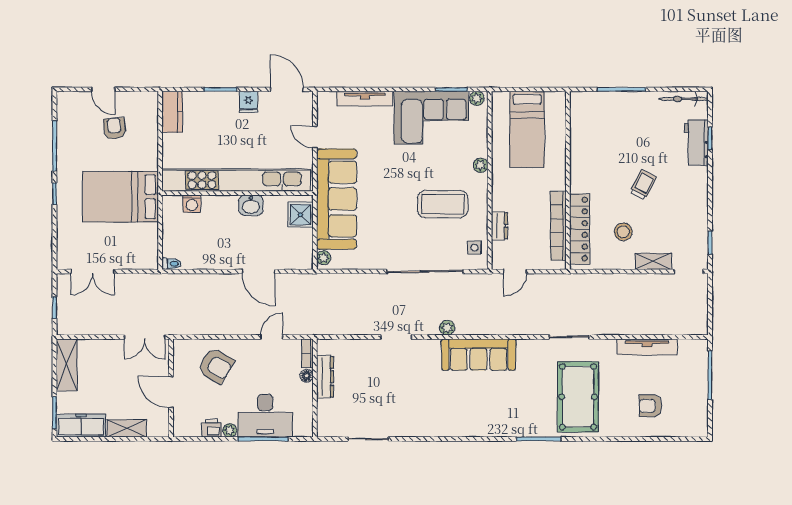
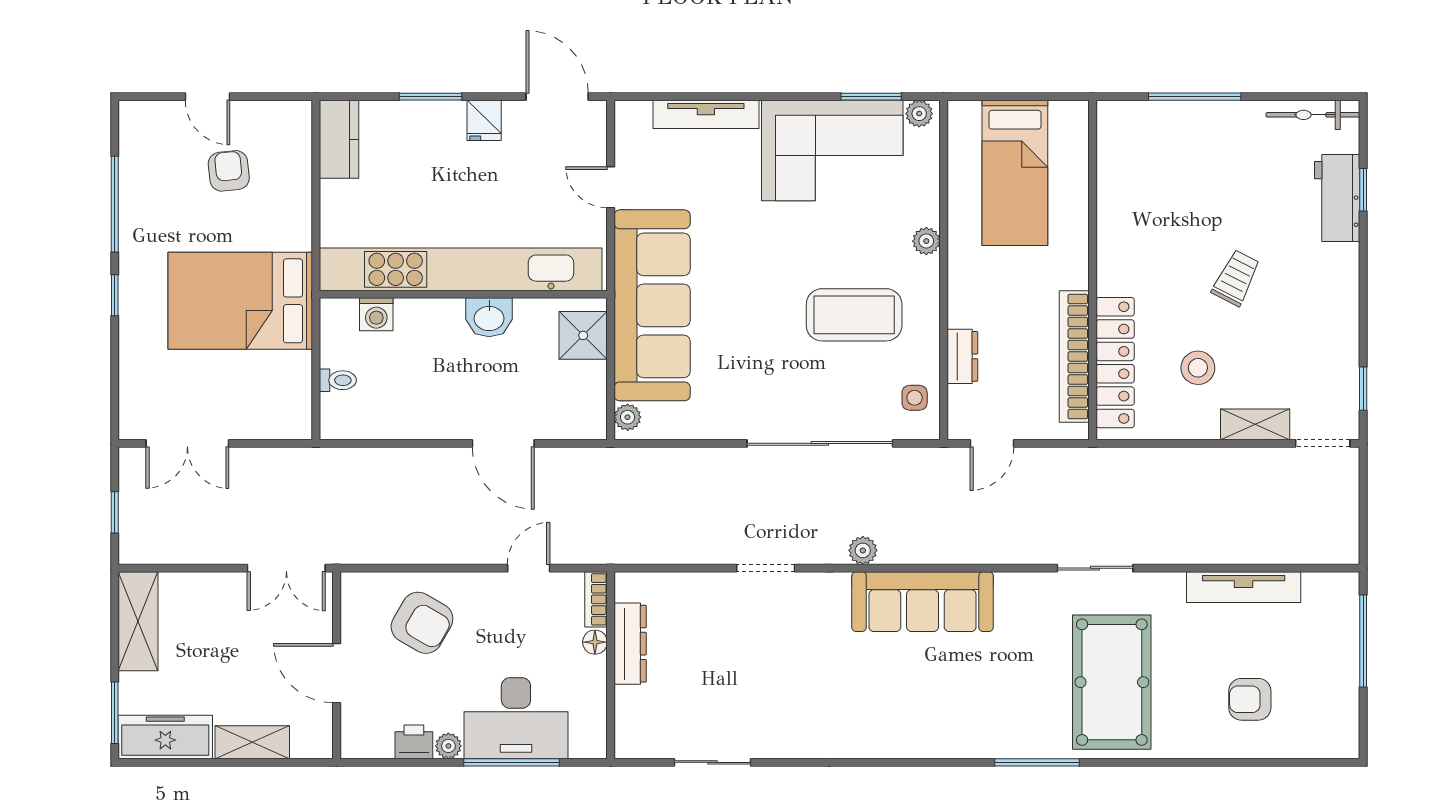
toilet: (172, 264) -> (338, 380), moved

